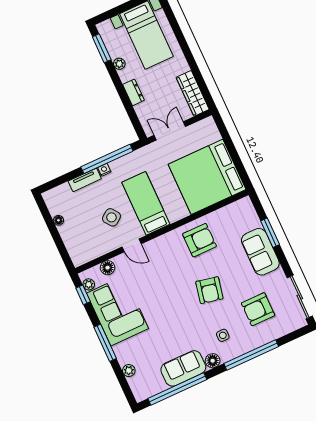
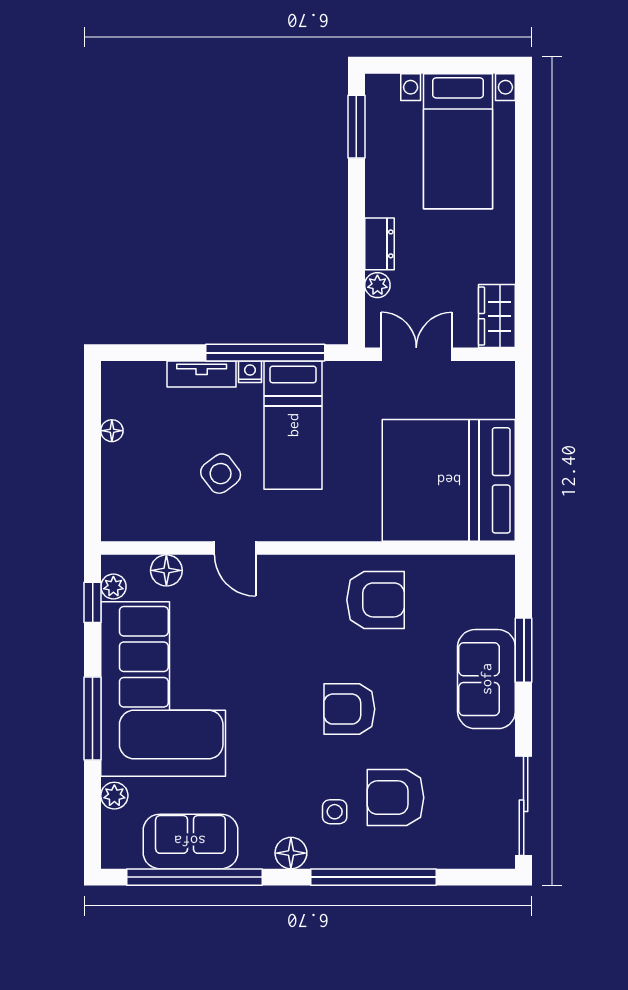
plant: (119, 64) -> (377, 285), moved
wardrobe: (193, 93) -> (497, 316), width x0.67
bed: (146, 203) -> (293, 425), moved, turned 180
armchair: (209, 290) -> (349, 709), turned 78
armchair: (258, 309) -> (395, 798), moved
corner sofa: (117, 311) -> (163, 689), width x1.36, depth x1.36
sofa: (183, 368) -> (190, 841), moved

